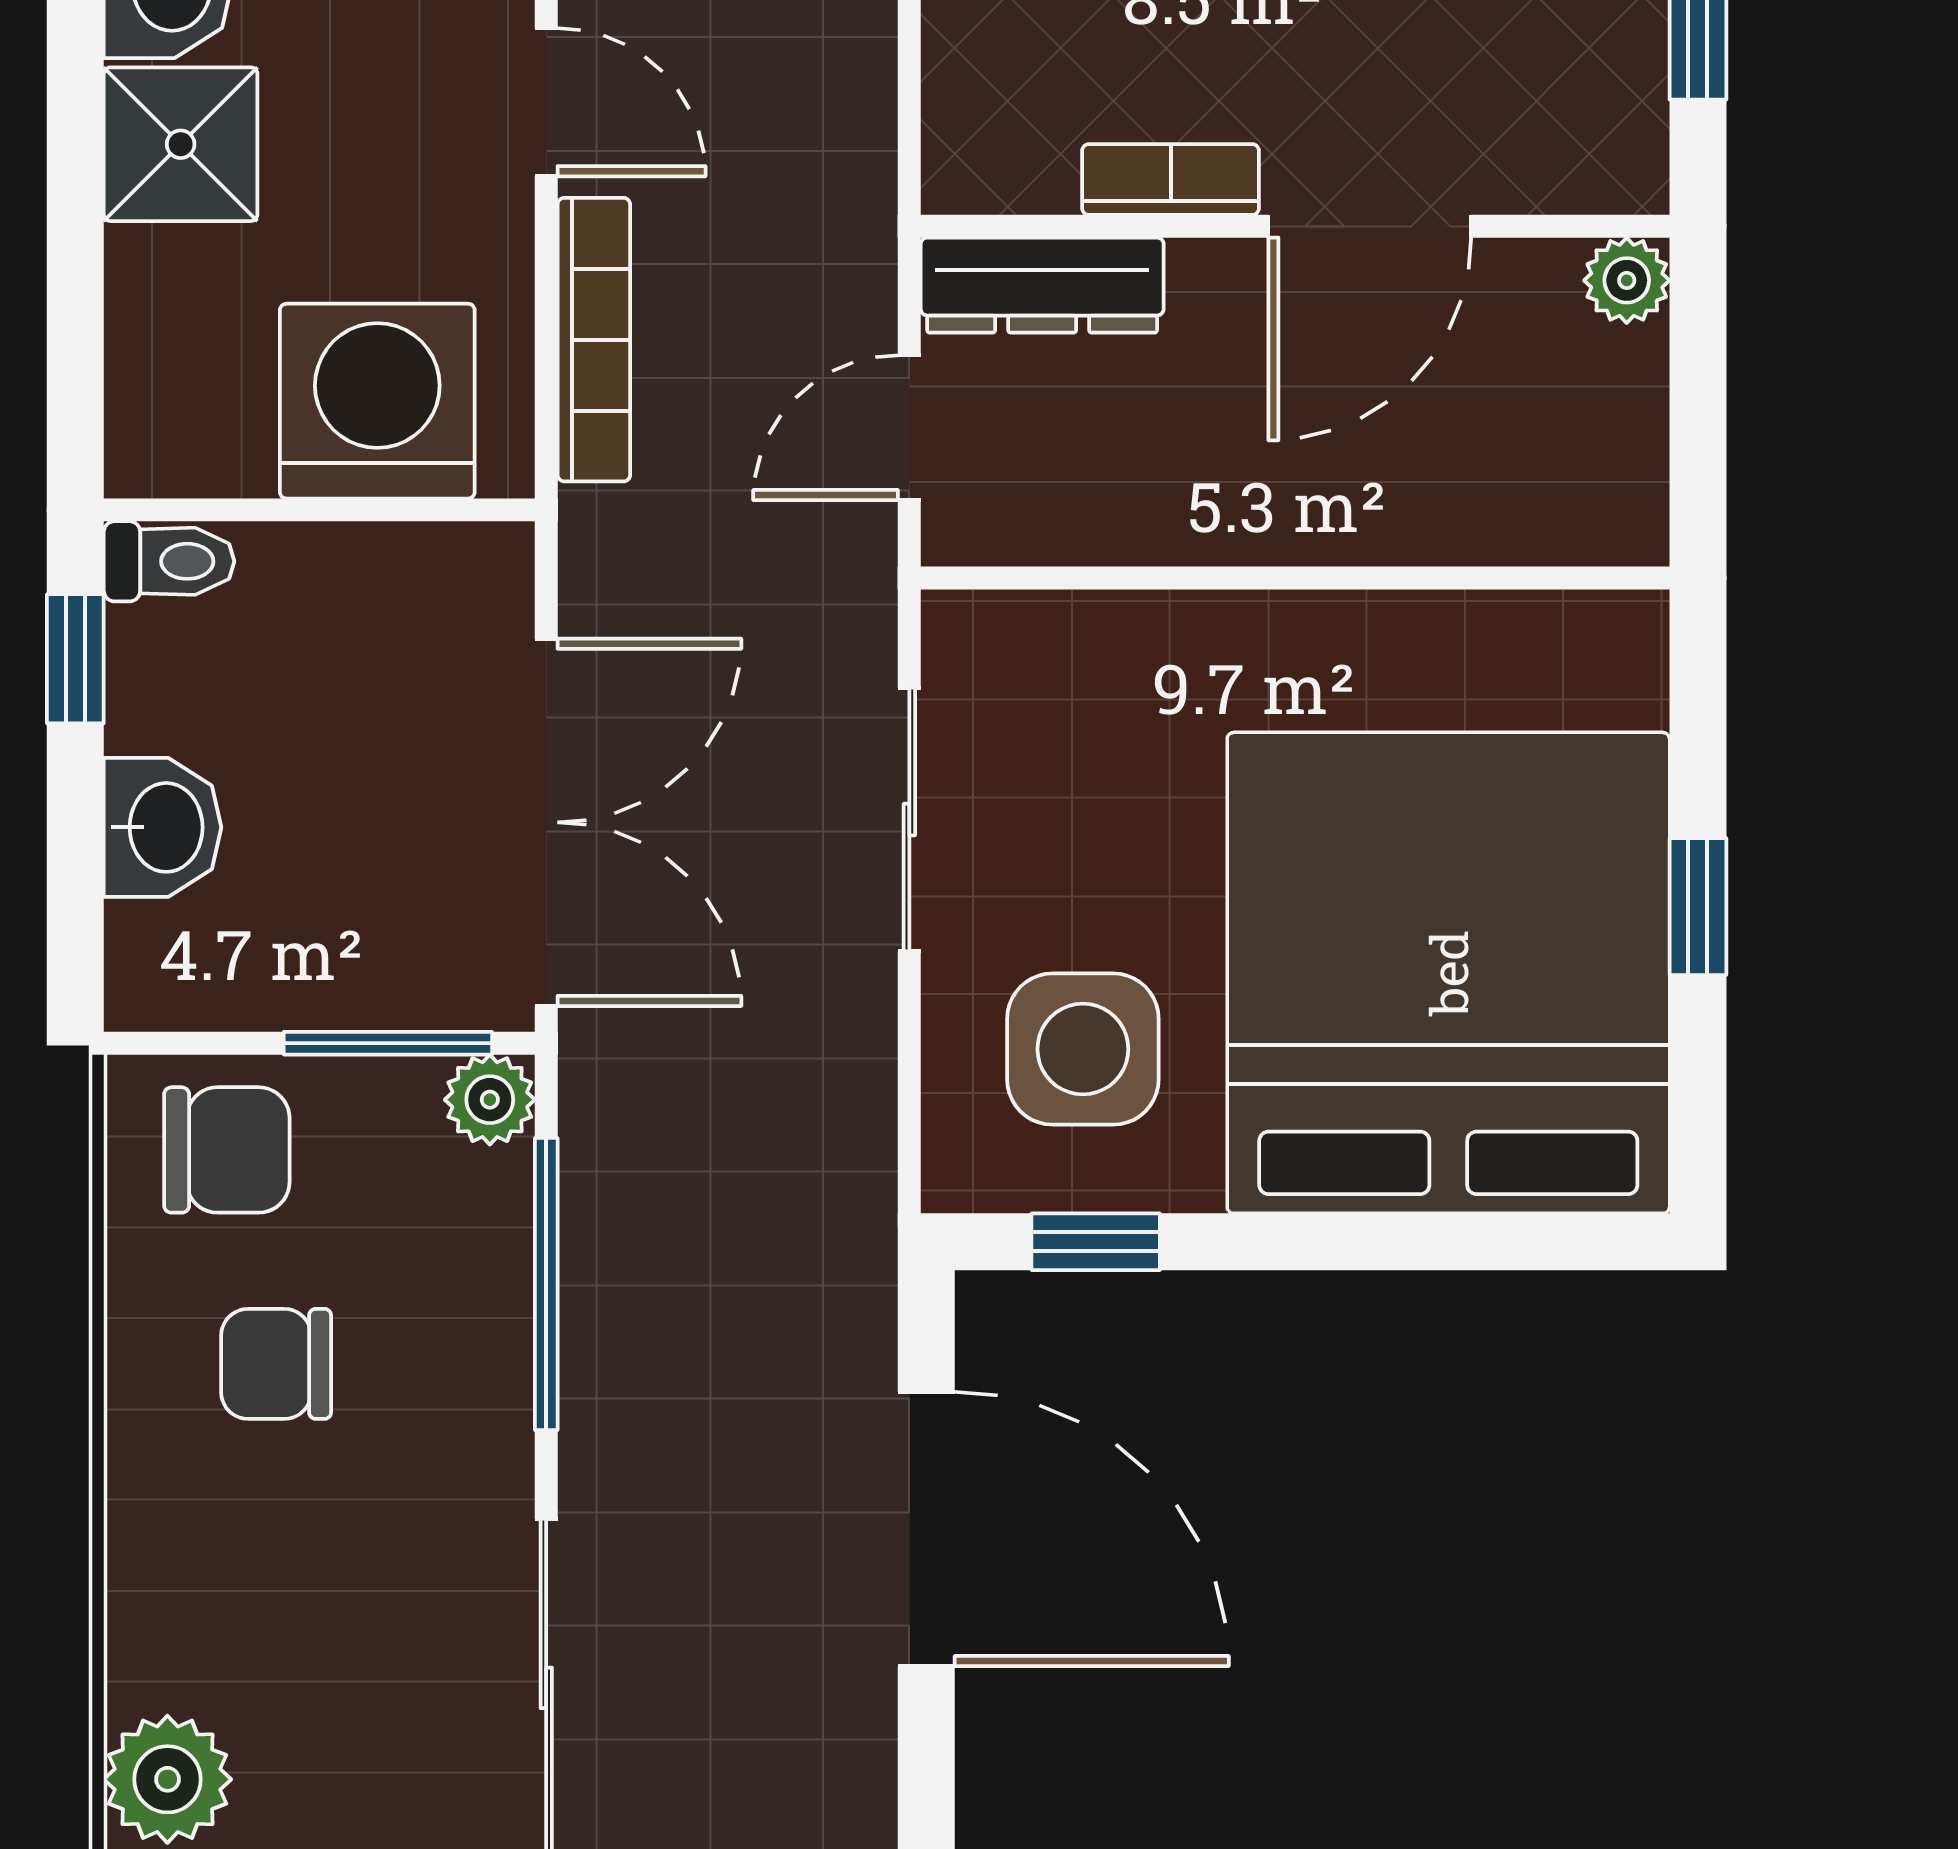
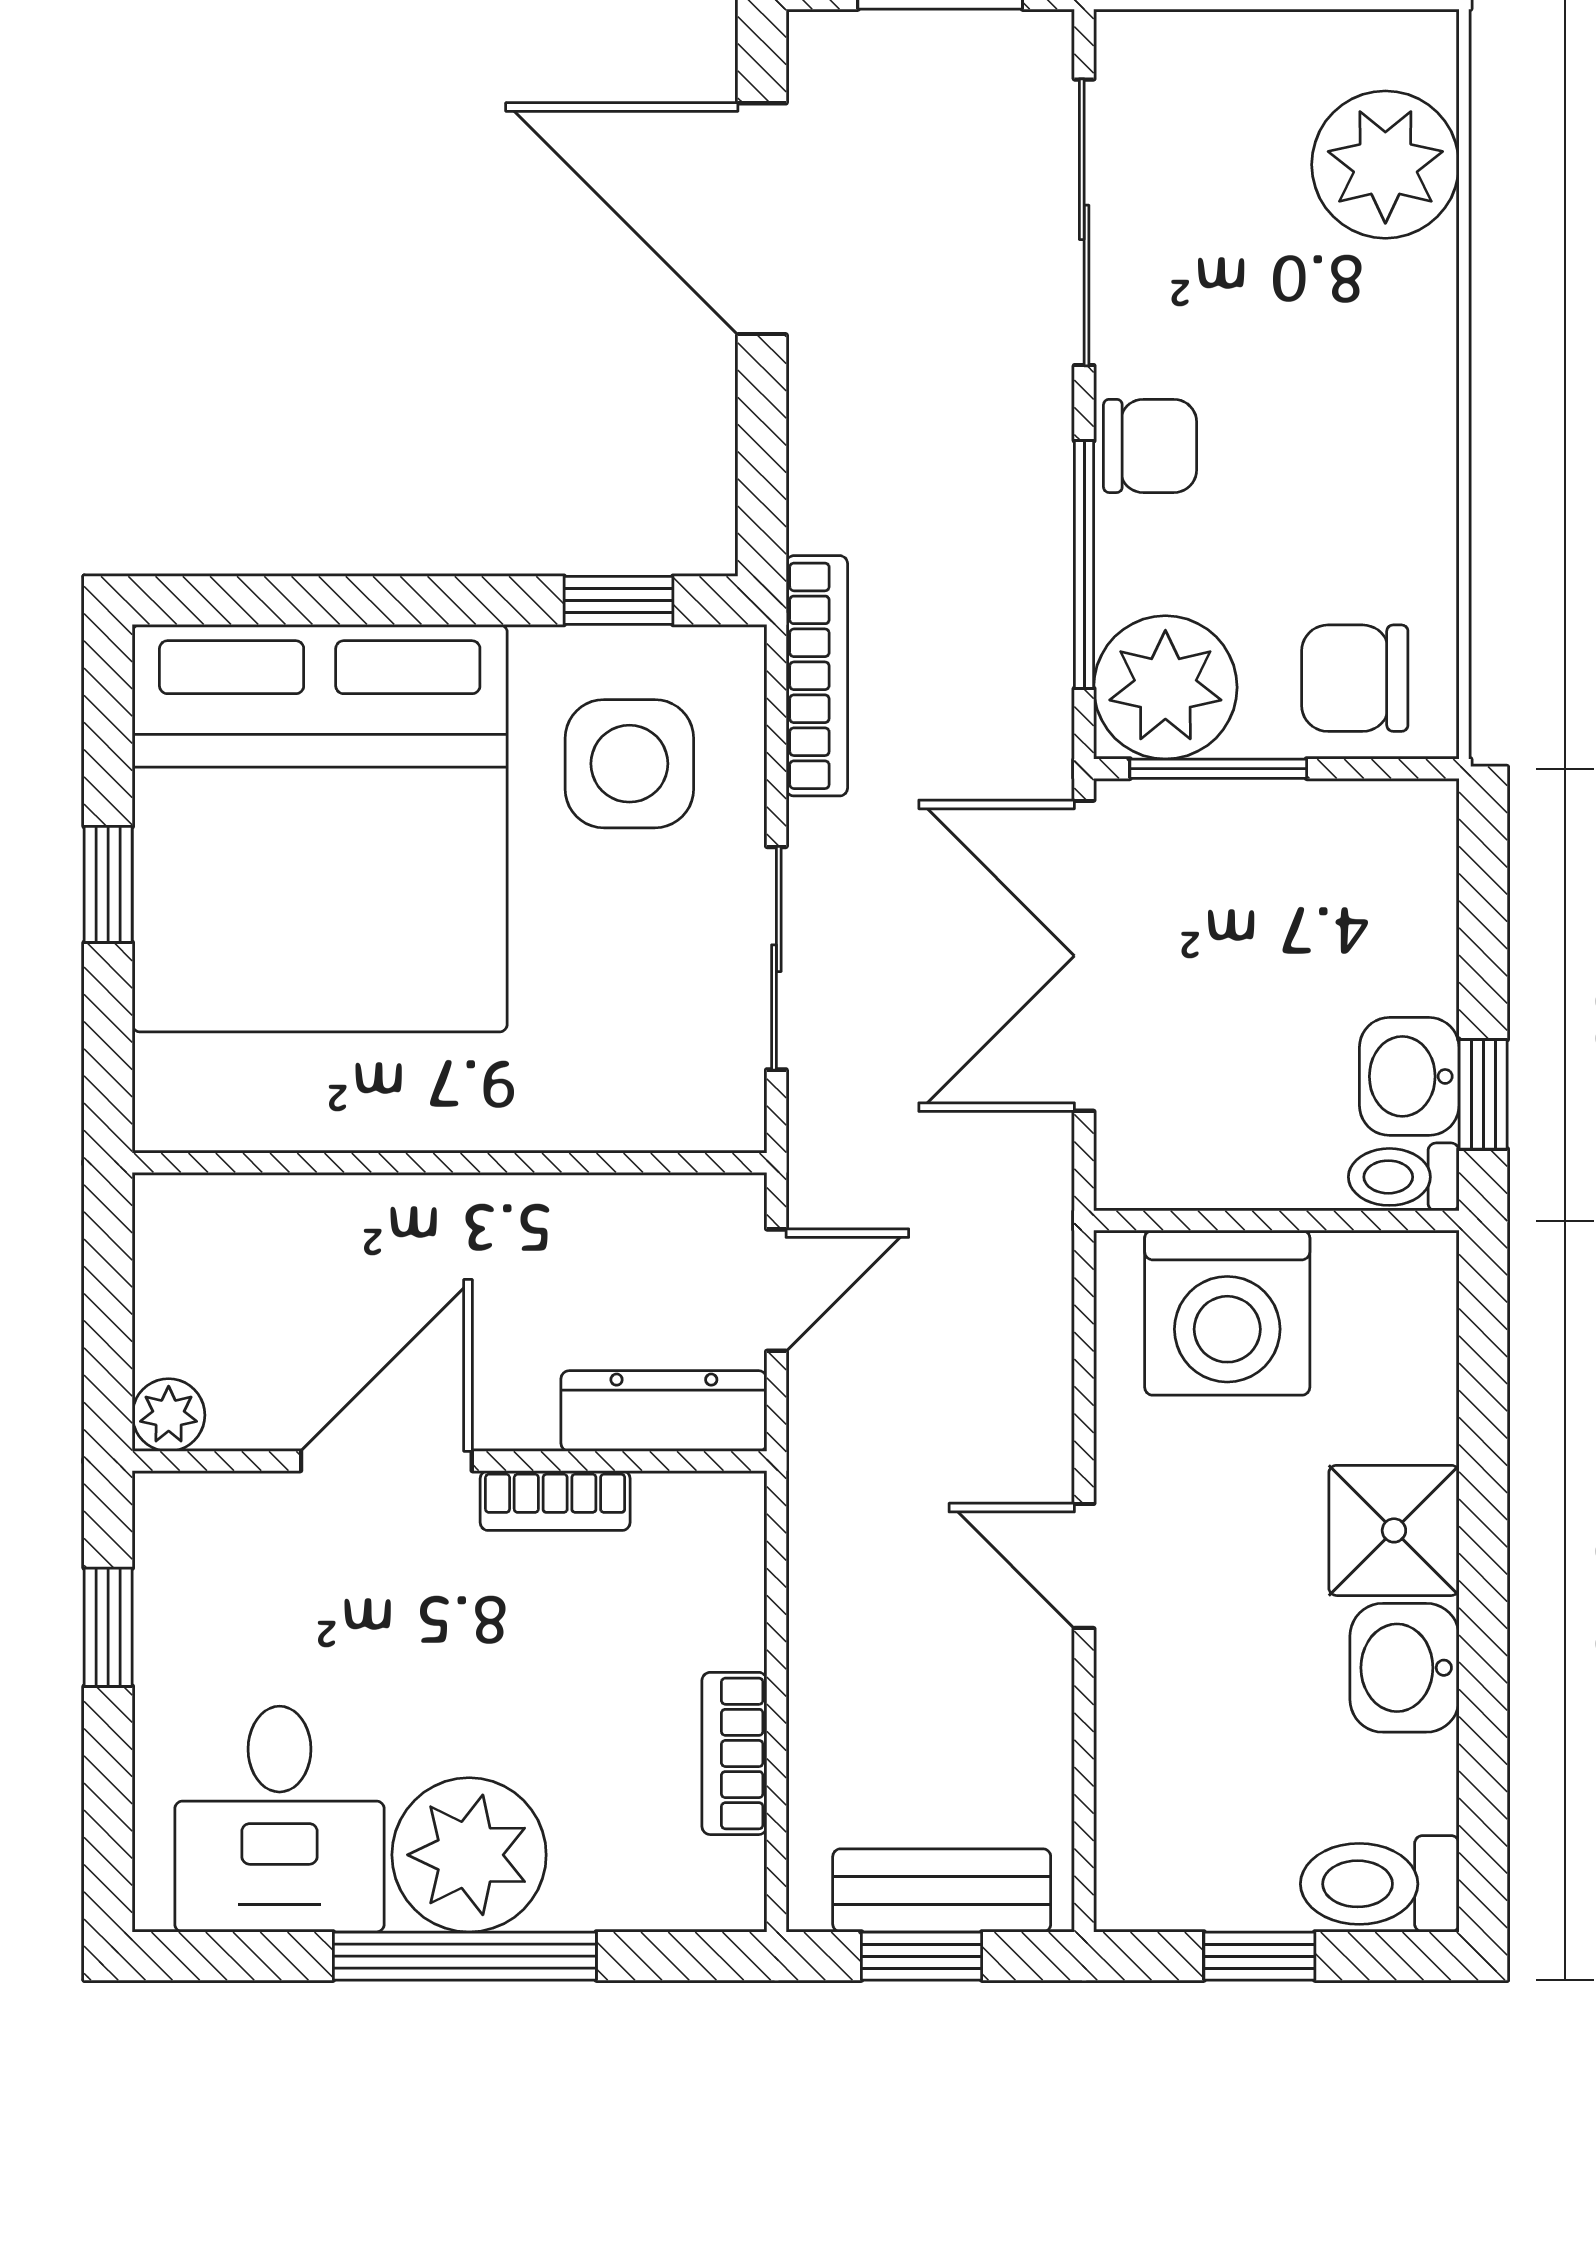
bookcase: (594, 340) -> (817, 676), moved, turned 180
washbasin: (163, 827) -> (1409, 1076), moved
plant: (490, 1100) -> (1165, 687), width x1.88, depth x1.88
chair: (276, 1364) -> (1150, 446), moved
door: (926, 1529) -> (762, 219), moved
plant: (167, 1779) -> (1385, 165), width x1.36, depth x1.36

